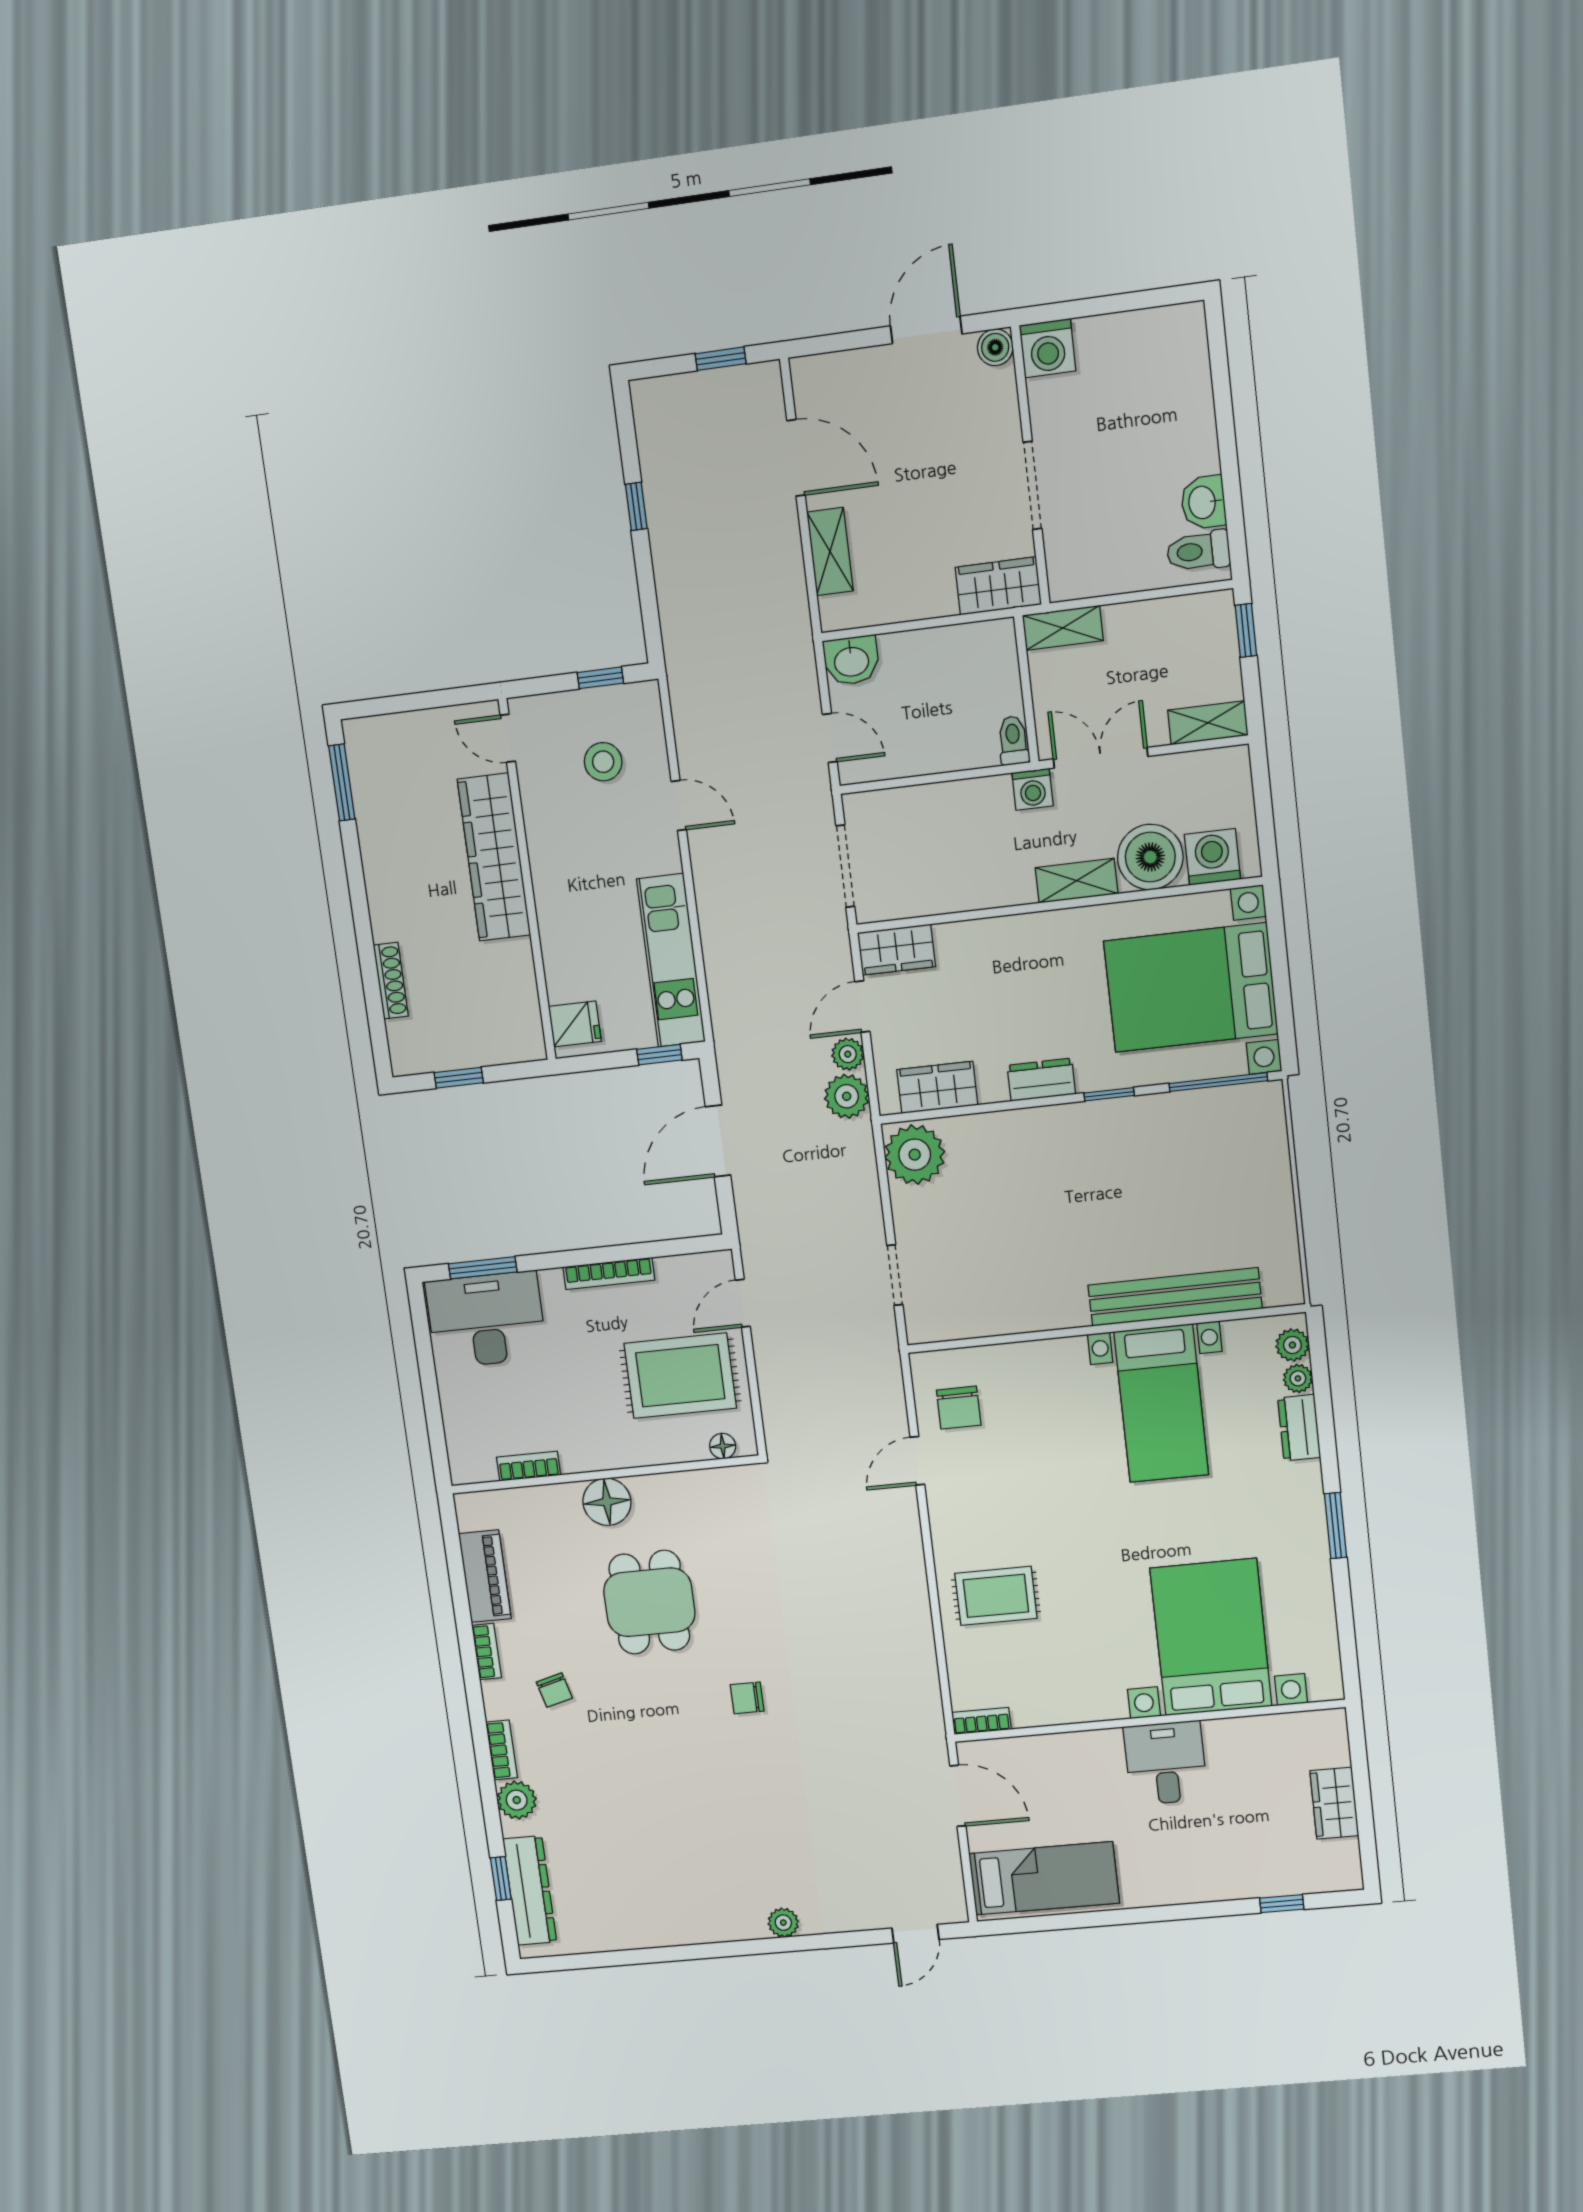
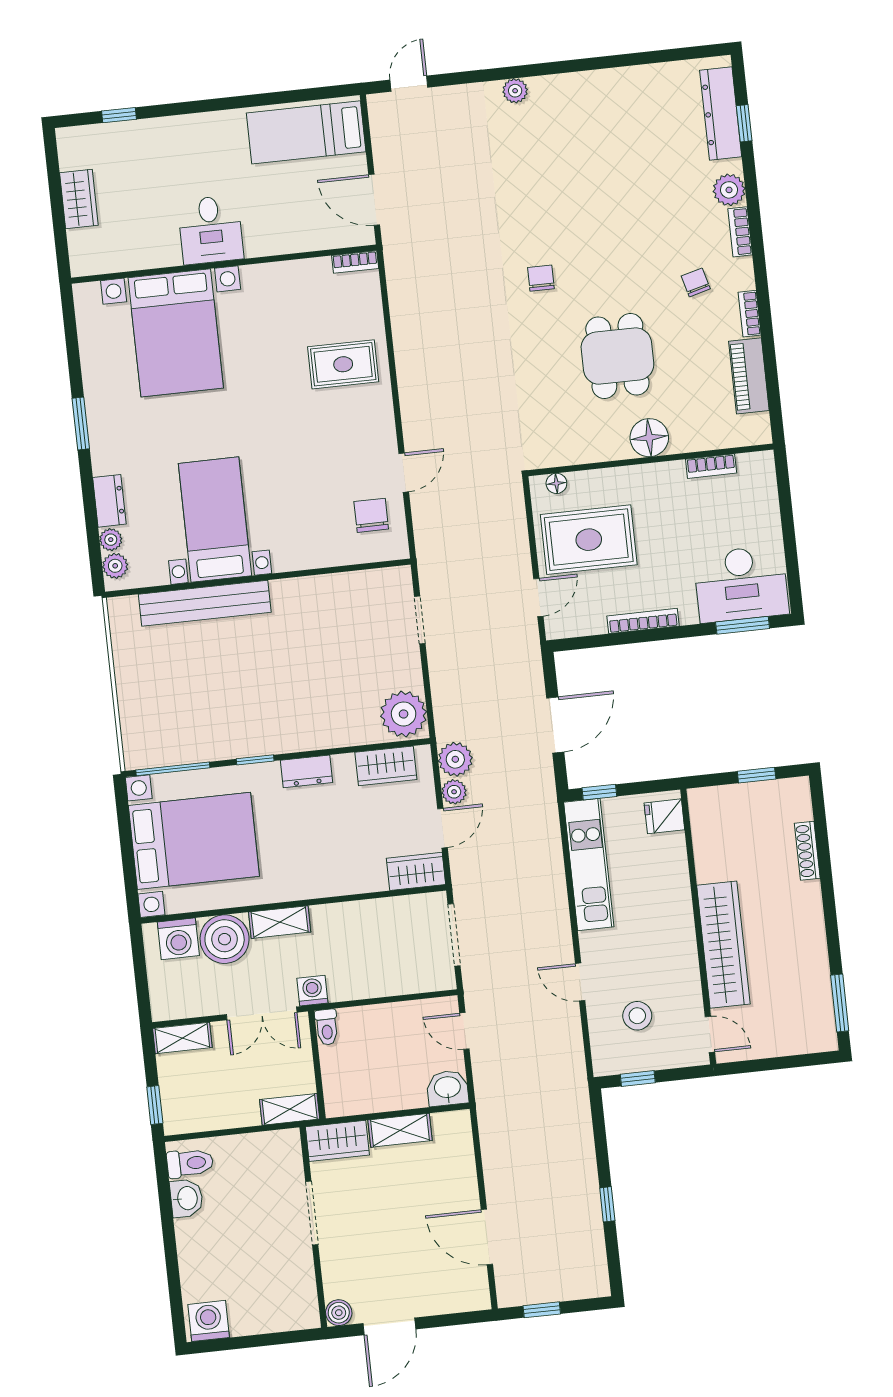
washing machine: (1048, 348) -> (209, 1321), moved
shelving: (830, 551) -> (400, 1130), moved, turned 90
chair: (747, 1698) -> (541, 278), turned -90

